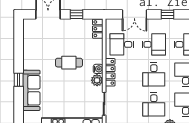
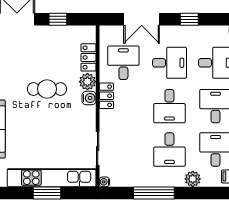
locker: (98, 29) -> (88, 57), moved
desk: (122, 44) -> (123, 63), turned 90
locker: (110, 72) -> (106, 96), width x0.66
plant: (97, 80) -> (87, 82), moved

